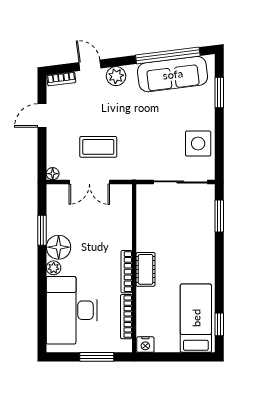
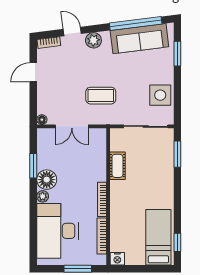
coffee table: (98, 147) -> (101, 96), moved
cot: (146, 269) -> (117, 166), moved

